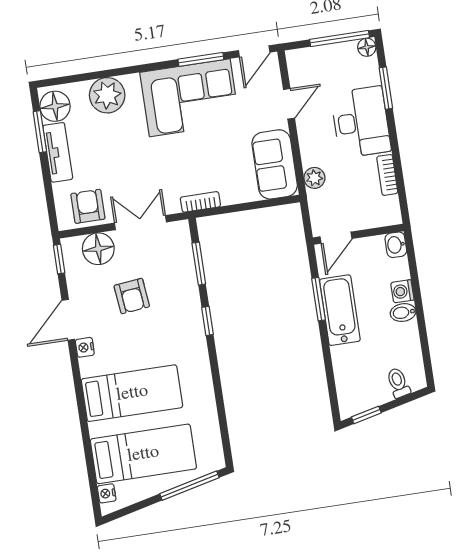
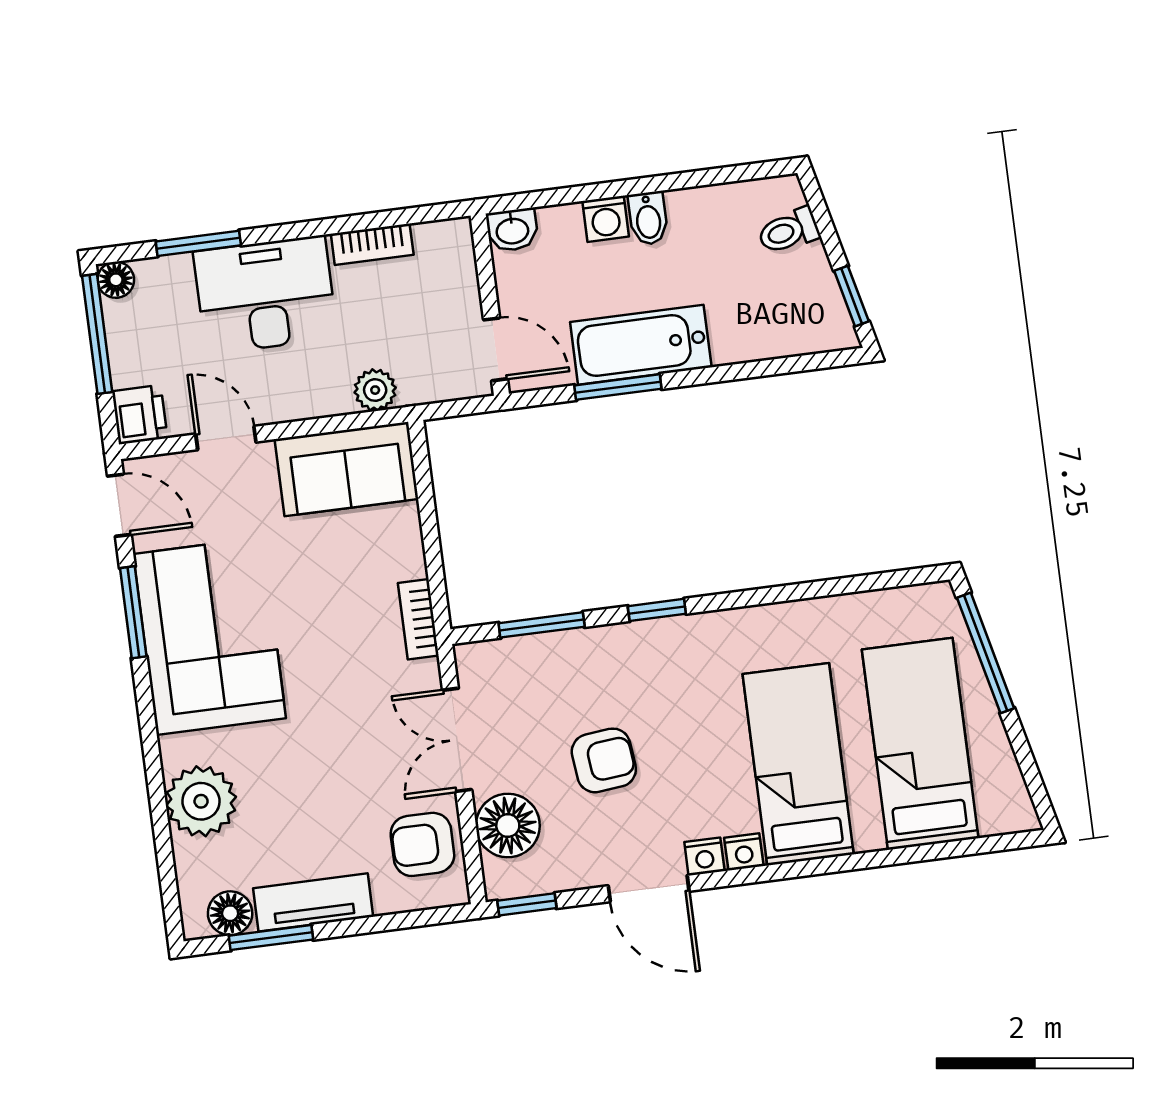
printer: (300, 61) -> (140, 415), added
floor lamp: (55, 106) -> (230, 913), width x0.73, depth x0.73
nightstand: (107, 493) -> (744, 852), moved

